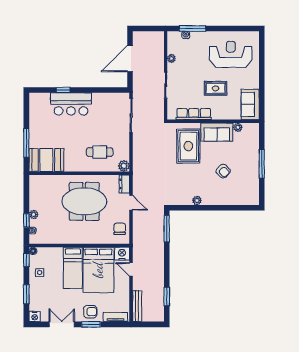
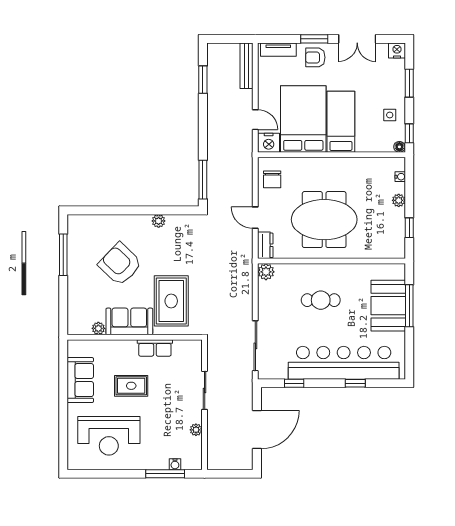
window: (105, 90) -> (294, 383), added
bar counter: (71, 104) -> (344, 363), width x1.86
sofa: (250, 104) -> (80, 380), moved
row of seats: (194, 114) -> (155, 348), width x0.68
cafe table: (100, 152) -> (321, 300), moved
booth: (46, 160) -> (388, 306), moved, turned 90
window: (262, 164) -> (63, 255), moved
armchair: (223, 171) -> (120, 264), width x1.88, depth x1.88
window: (26, 220) -> (409, 228), moved

